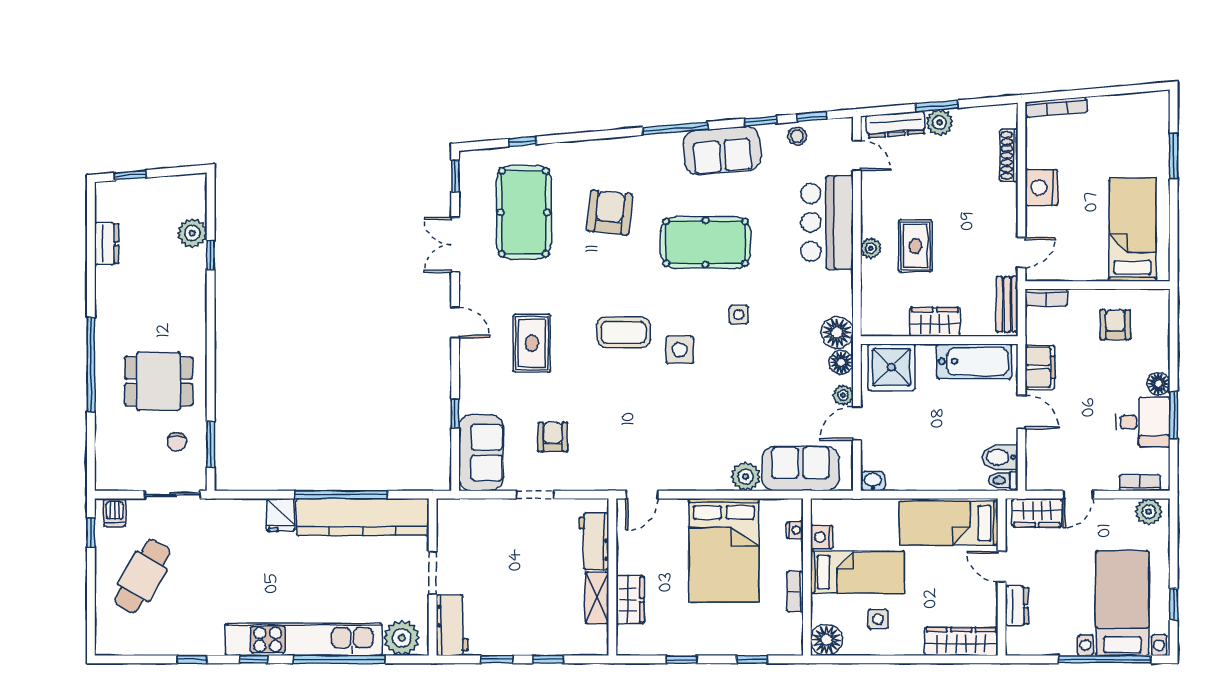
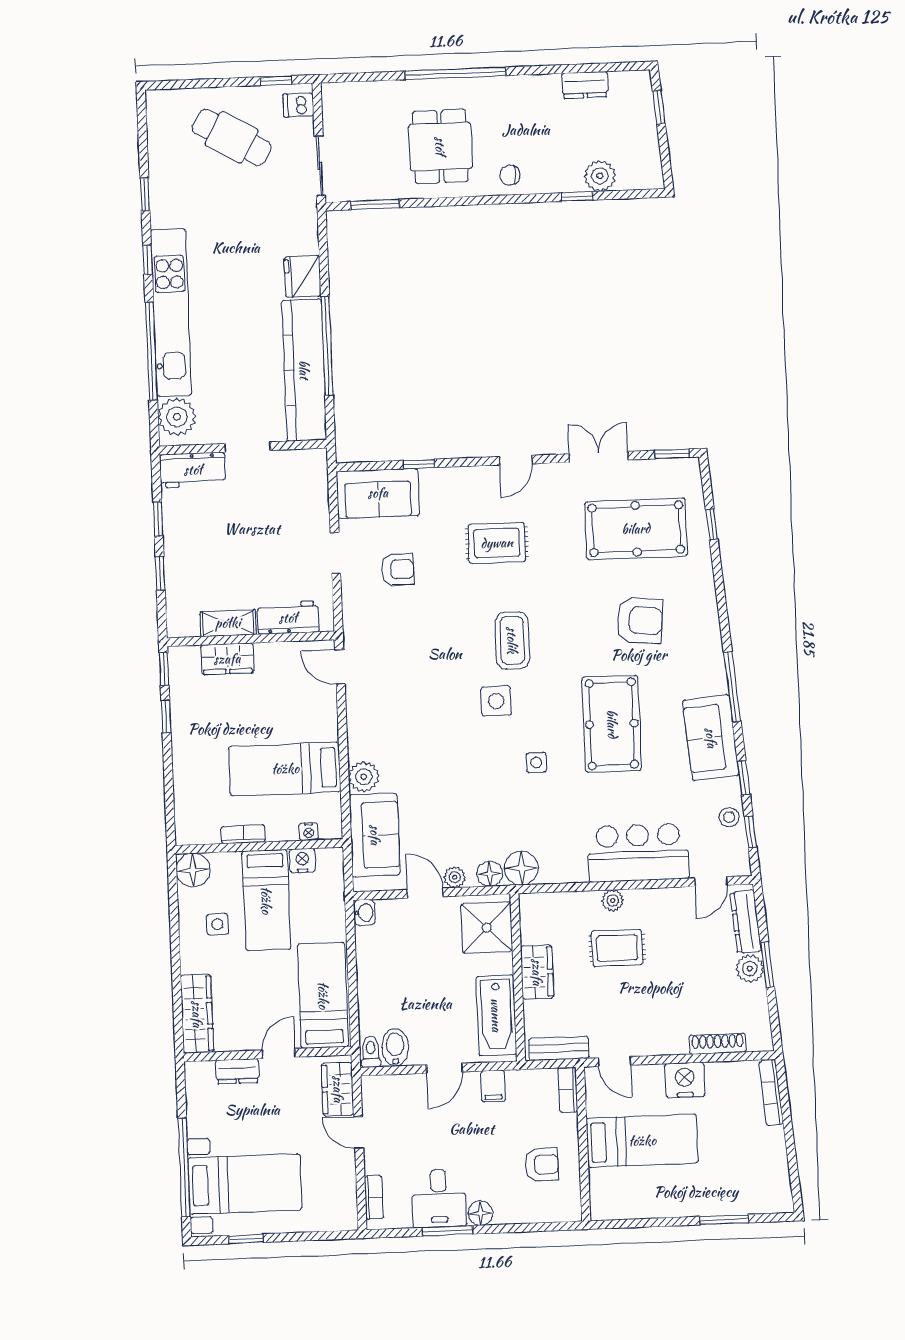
bed: (1132, 230) -> (642, 1141), moved
filing cabinet: (1040, 367) -> (493, 1086), width x0.50
chair: (177, 442) -> (510, 175), moved
plant: (1149, 512) -> (344, 1208), removed
fridge: (281, 515) -> (303, 277), width x1.38
bed: (724, 550) -> (285, 769), width x0.67
window: (752, 659) -> (164, 669), moved

